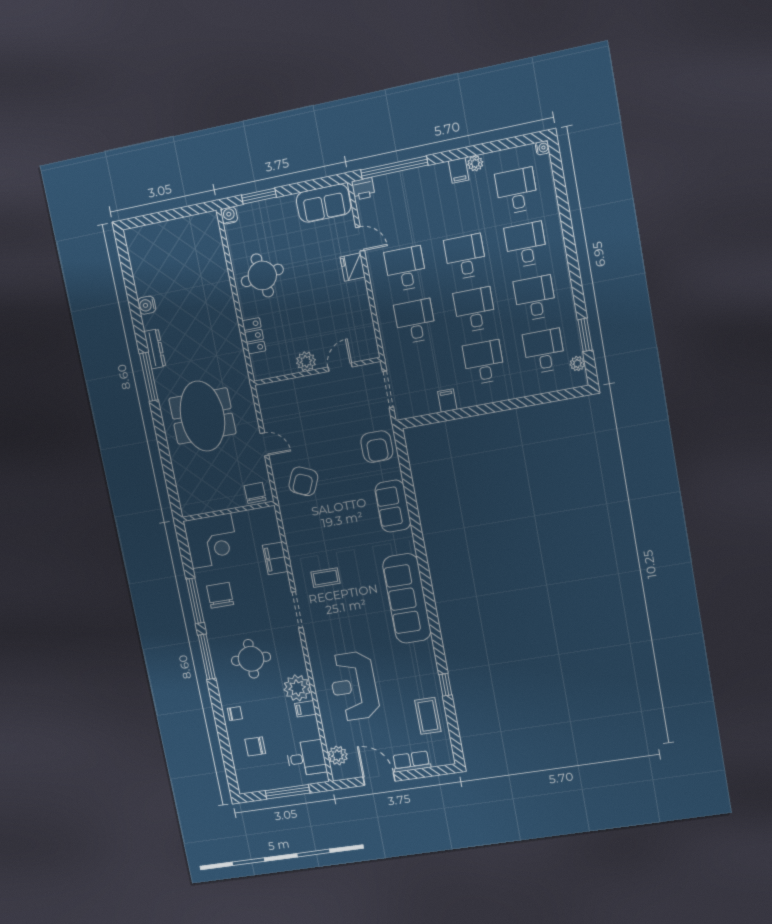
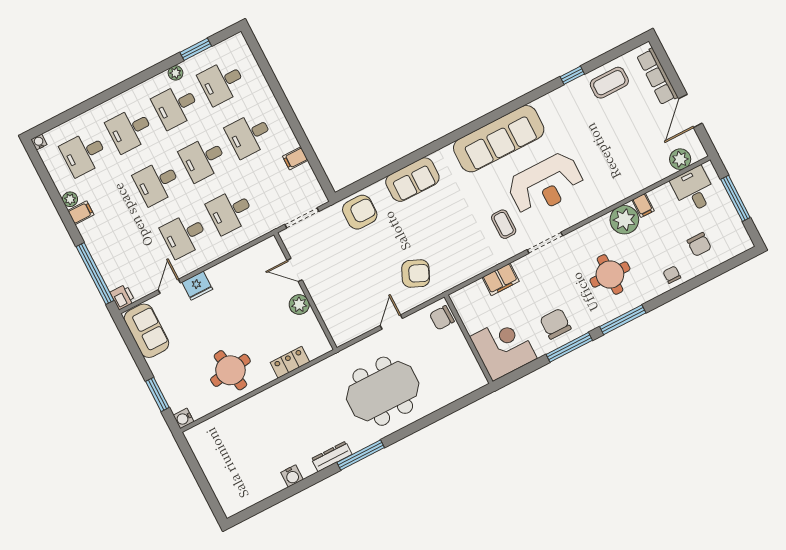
plant: (577, 364) -> (176, 73), moved
chair: (220, 595) -> (555, 324), turned 90
reception desk: (354, 686) -> (546, 184), moved
row of seats: (411, 762) -> (657, 77), width x1.48

